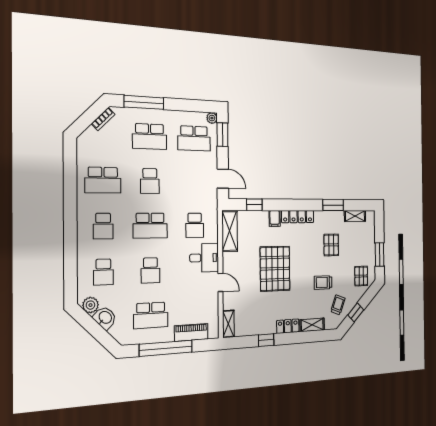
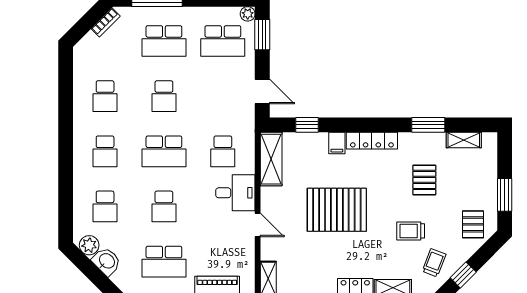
school desk: (103, 180) -> (105, 96), width x0.54
pallet: (275, 269) -> (337, 210), turned 90

